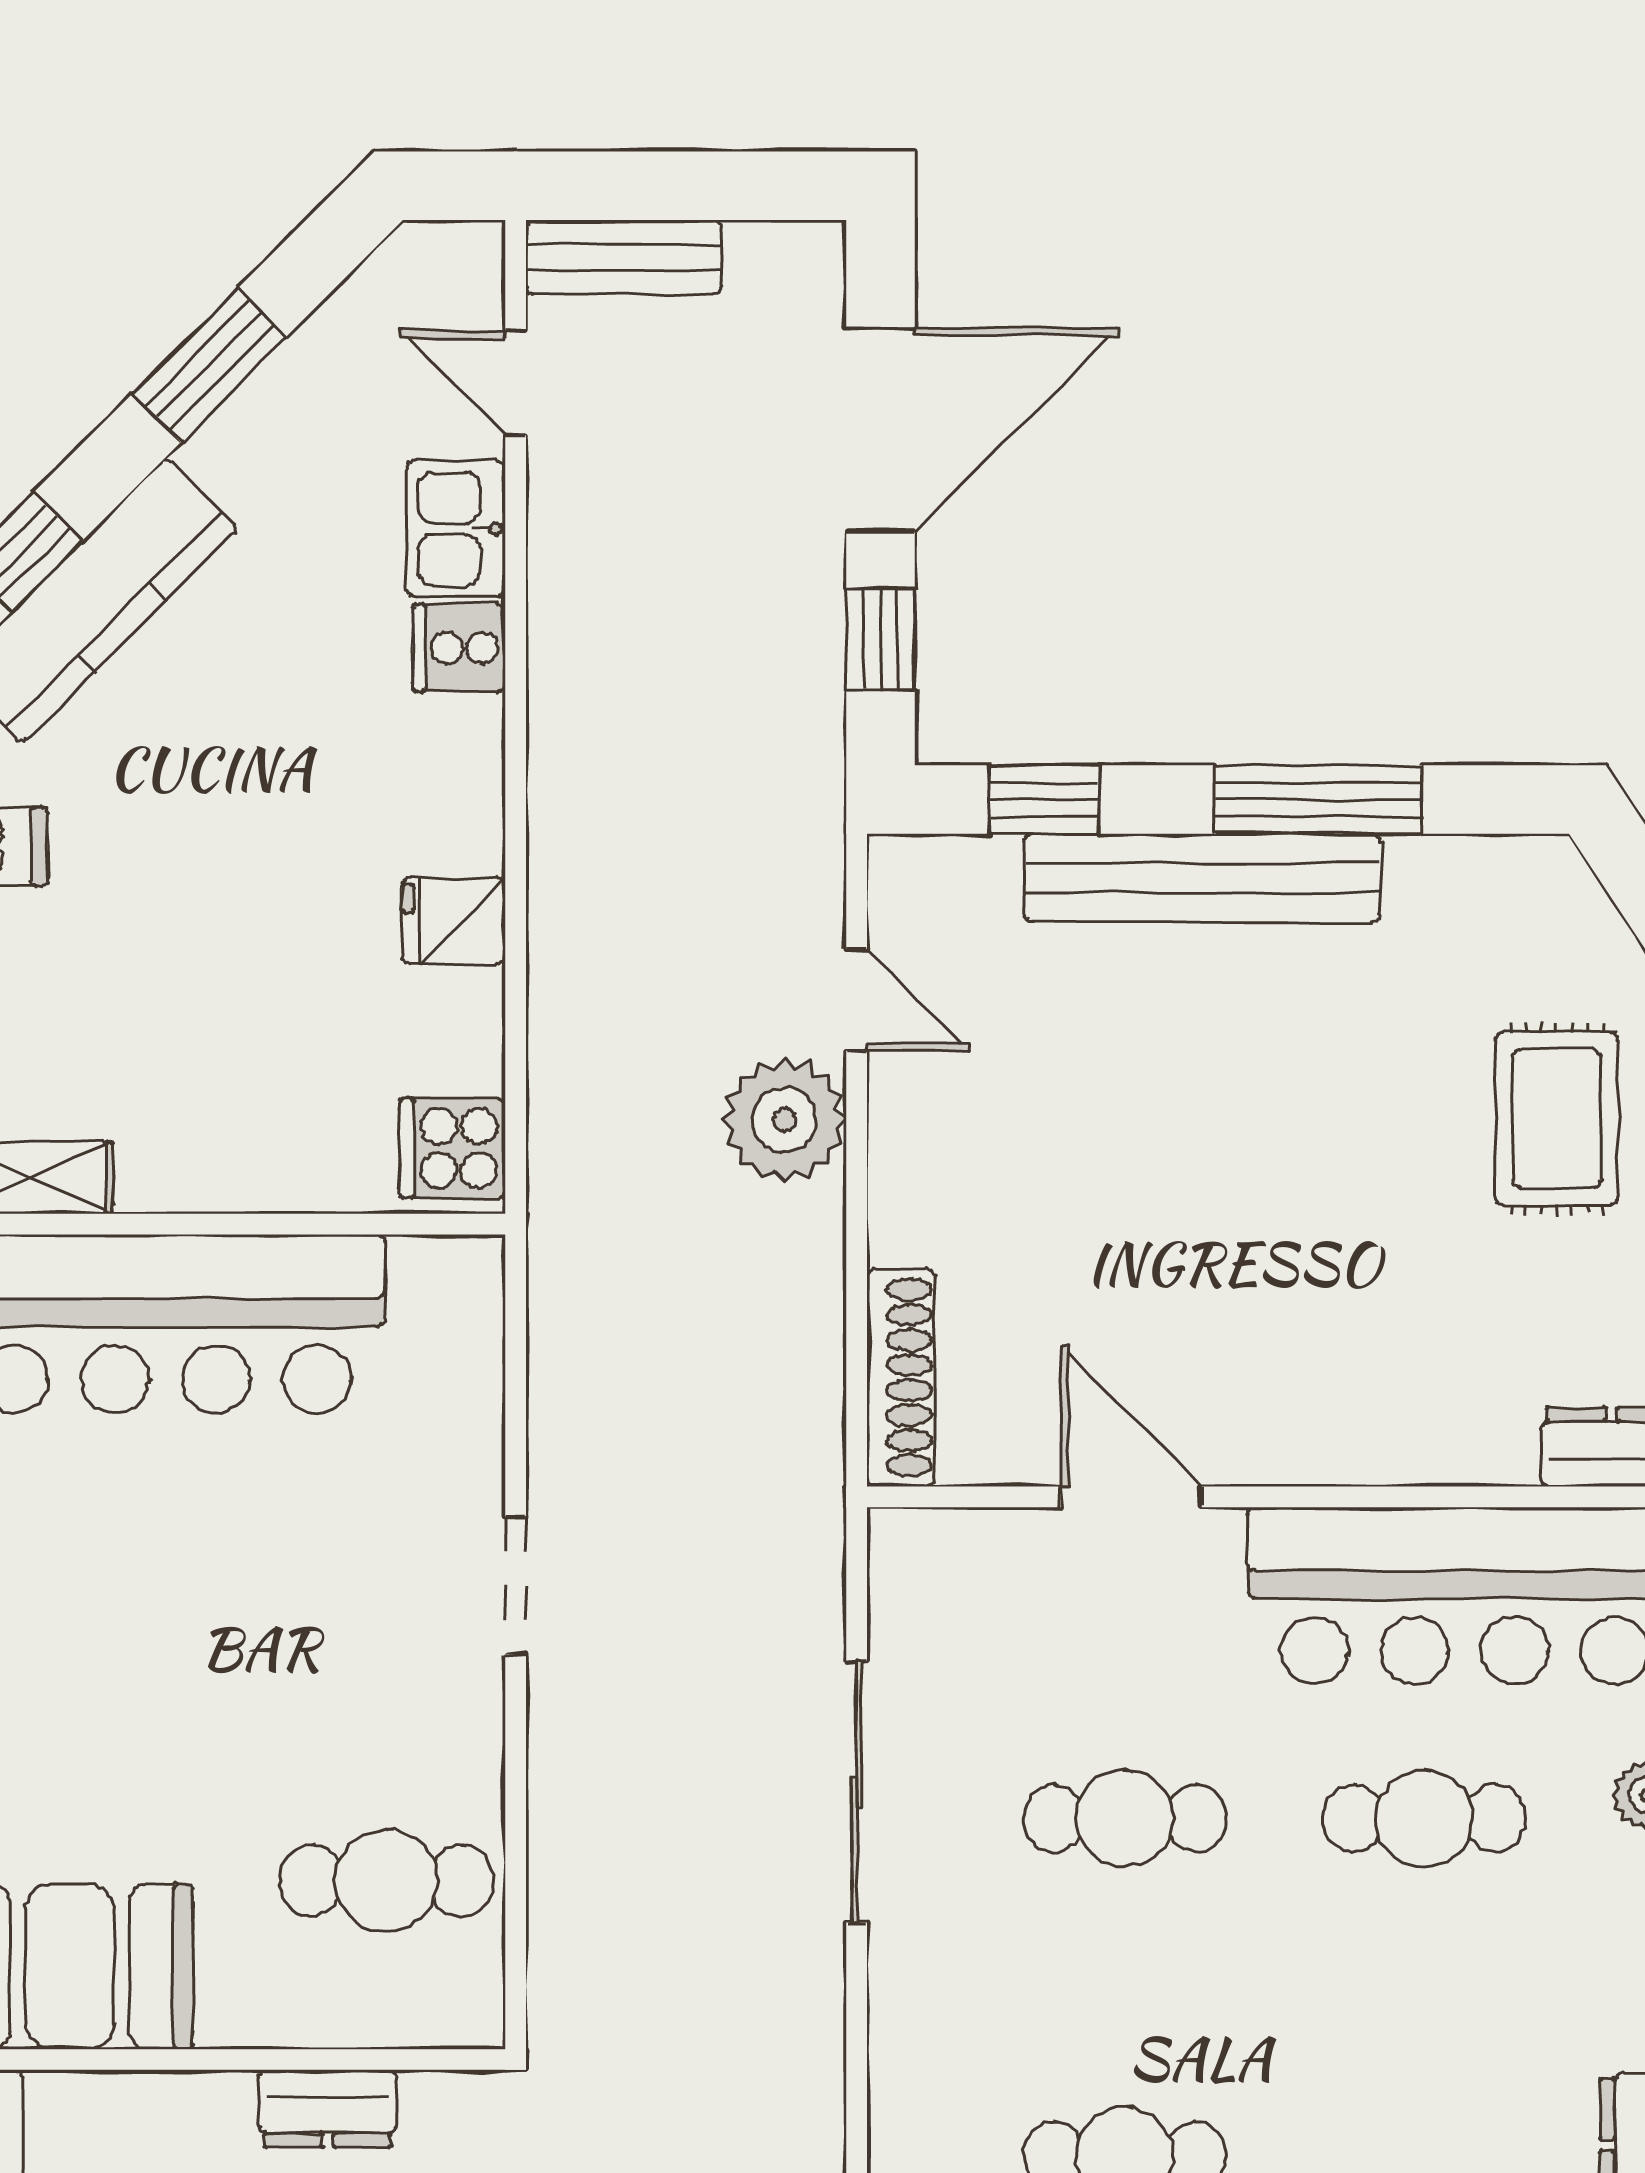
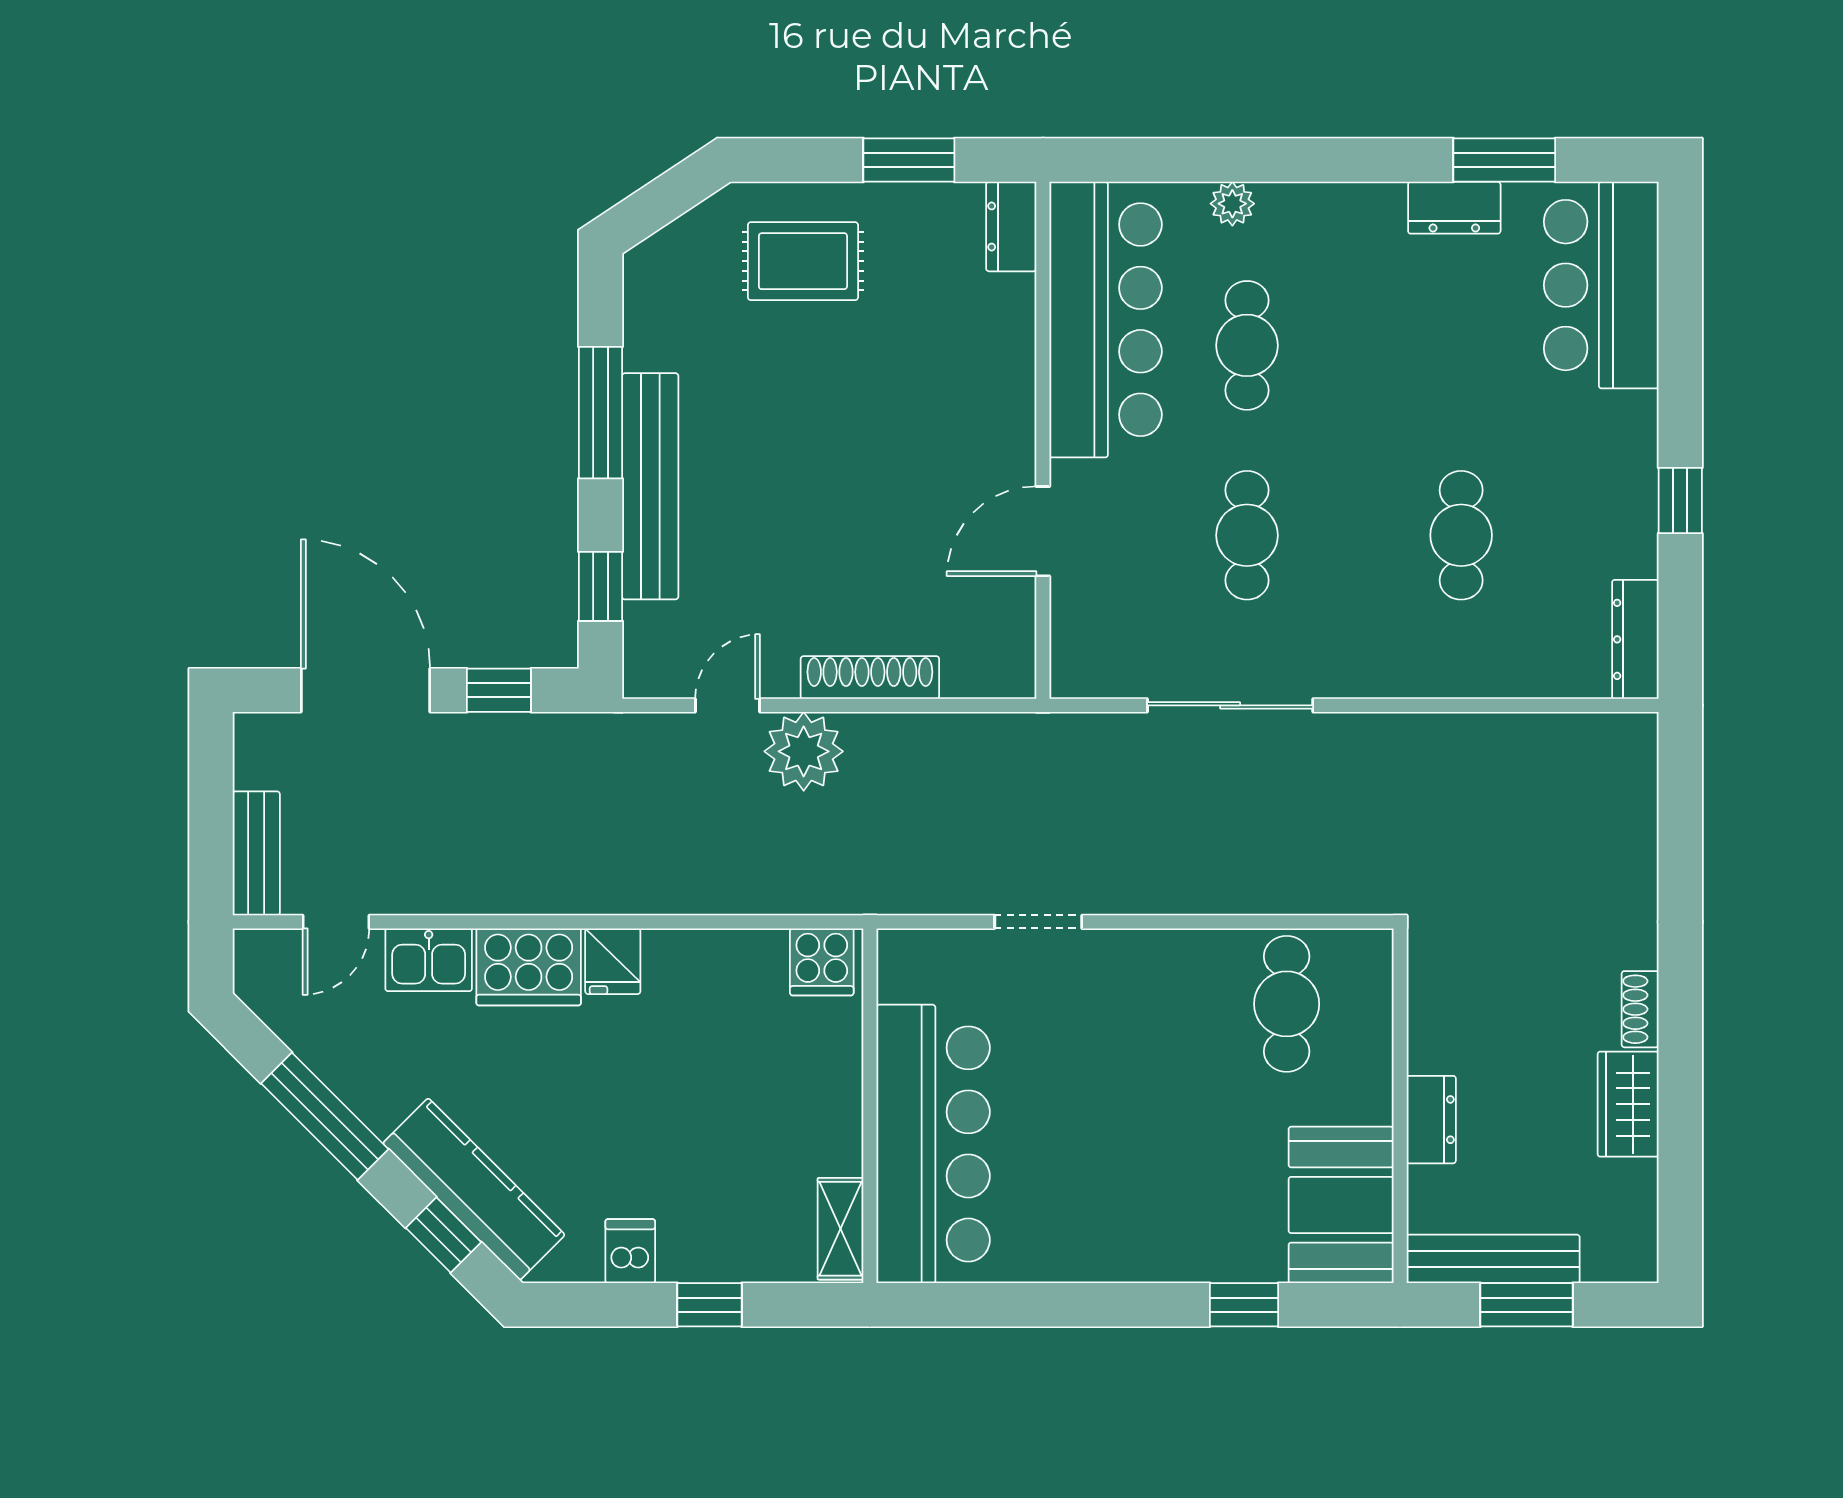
window: (209, 365) -> (325, 1116), width x1.44
cooker: (459, 648) -> (529, 967), width x1.87, depth x1.31
fridge: (454, 921) -> (613, 961), moved
shoe rack: (901, 1378) -> (870, 678), moved
doorway: (516, 1585) -> (1038, 922), moved
dresser: (328, 2109) -> (1431, 1120), moved

